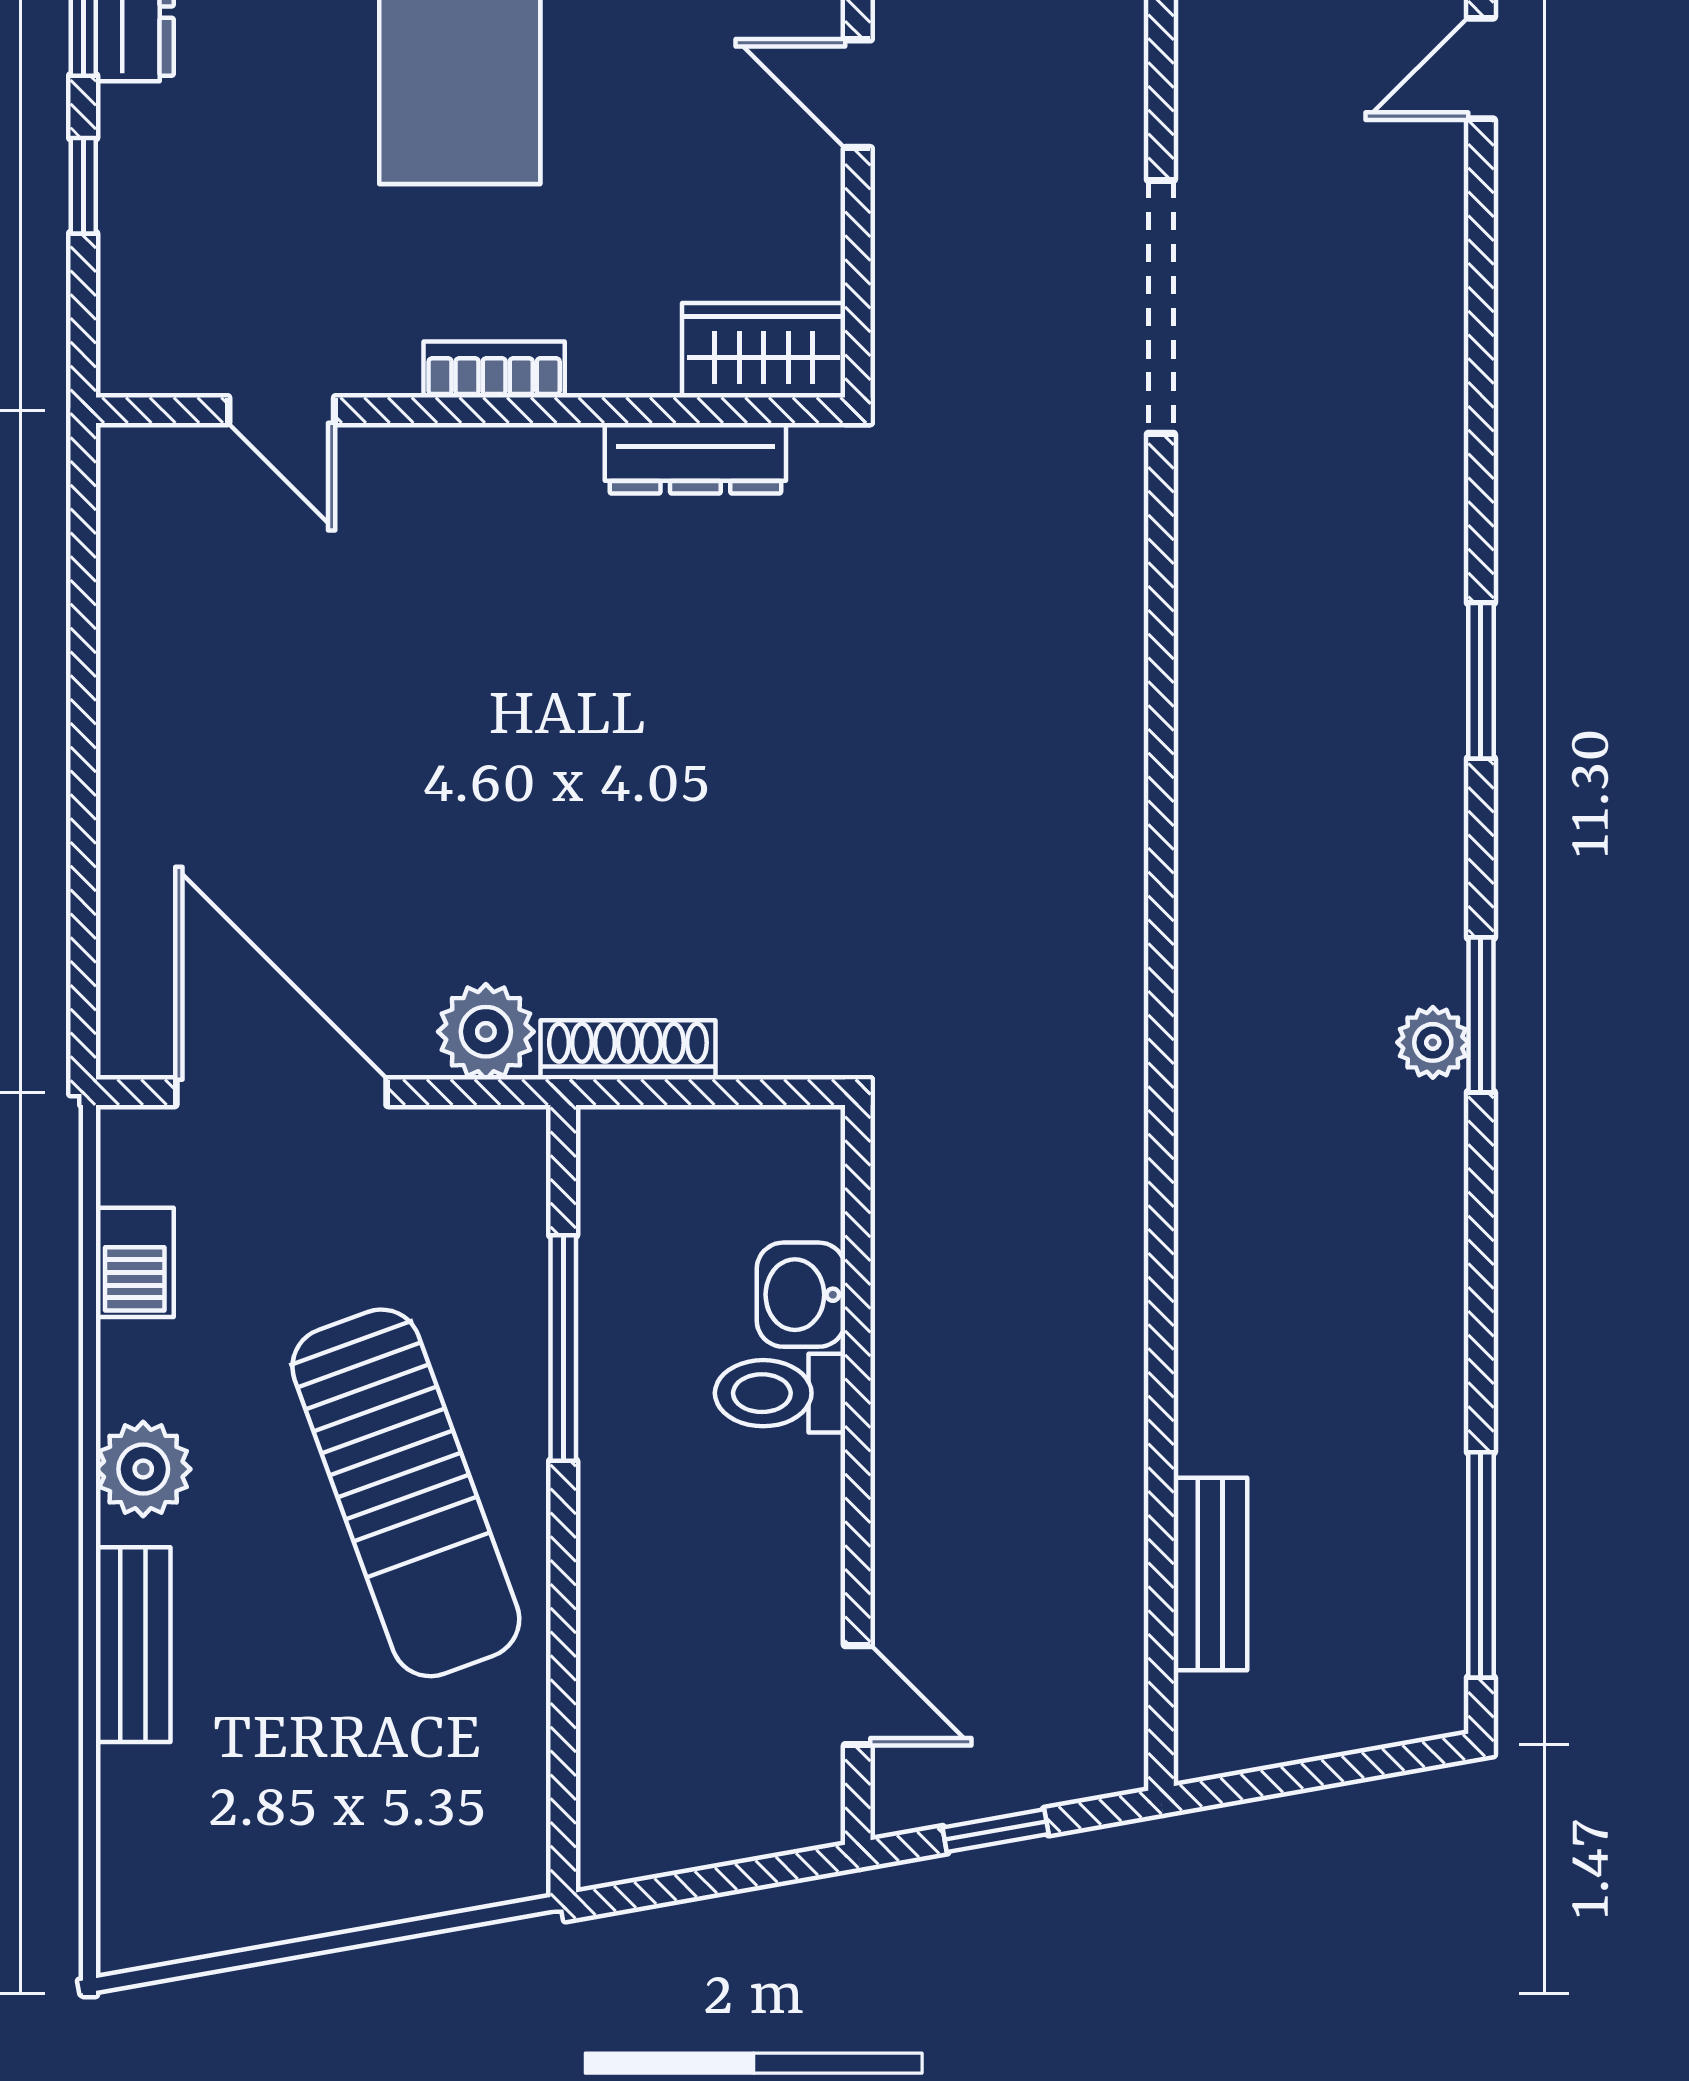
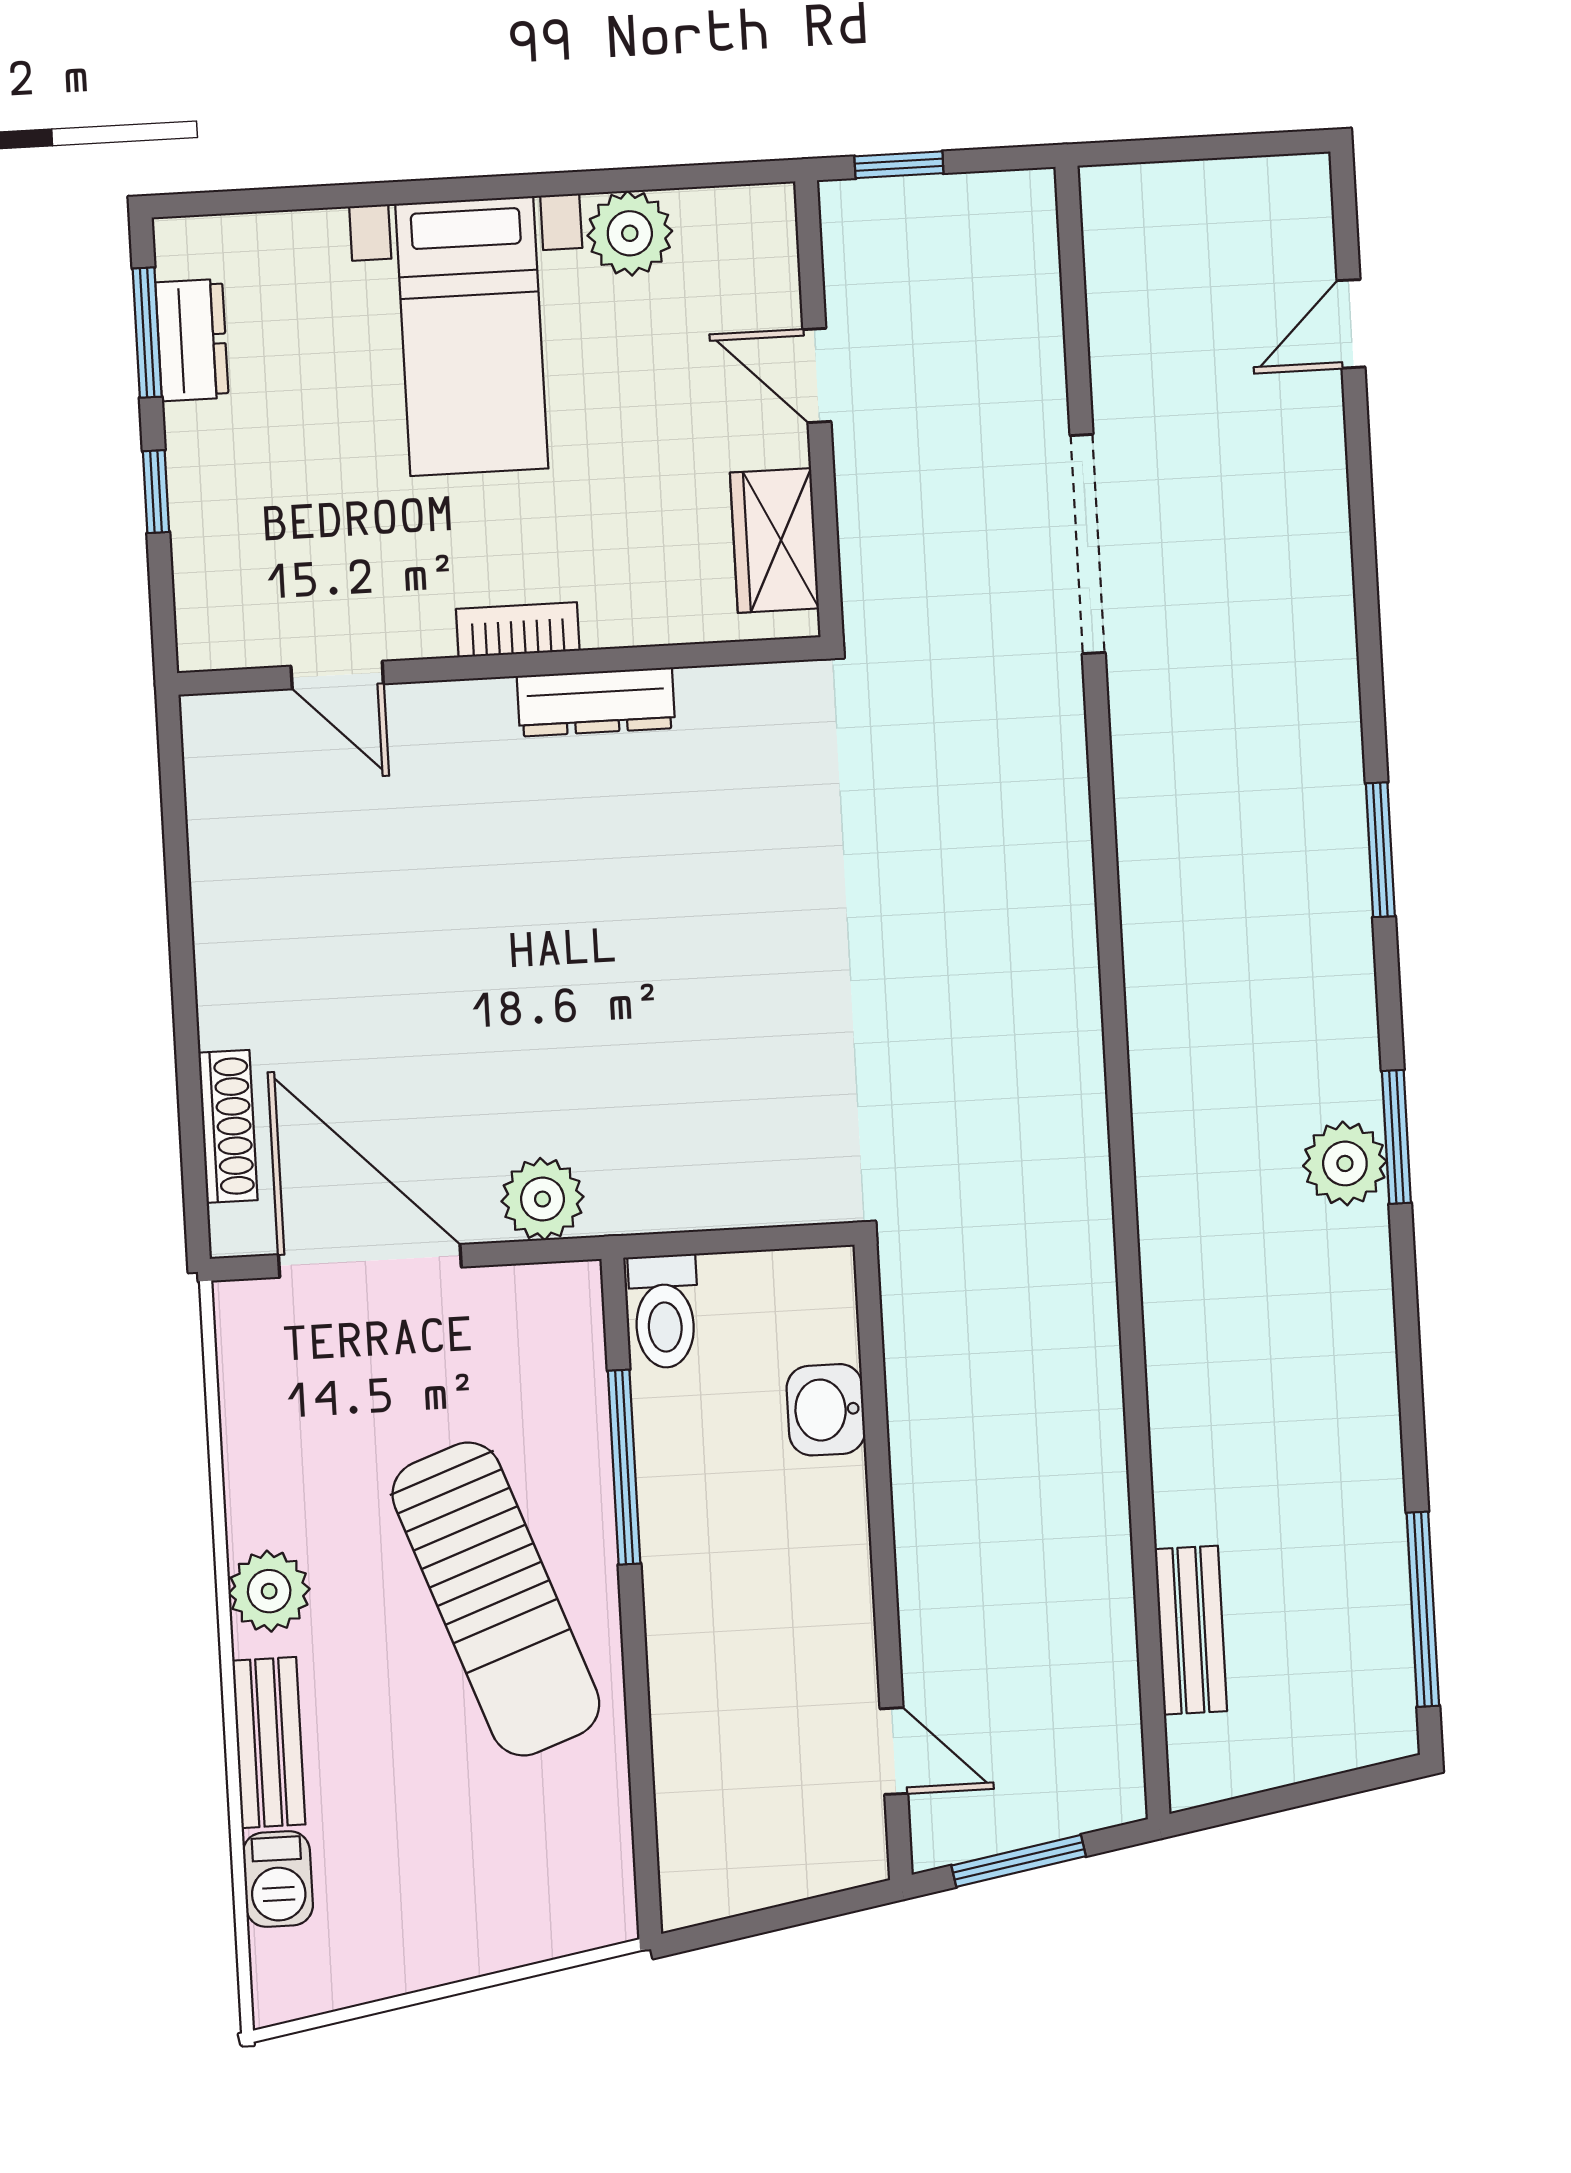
wardrobe: (764, 350) -> (775, 541), moved, turned -90
dresser: (695, 458) -> (596, 702), moved
plant: (1433, 1042) -> (1345, 1163), width x1.38, depth x1.38
shoe rack: (628, 1050) -> (228, 1126), moved, turned 90
barbecue: (135, 1262) -> (278, 1879), moved
toilet: (780, 1393) -> (664, 1311), moved, turned -90
window: (996, 1831) -> (1019, 1861), width x1.50

